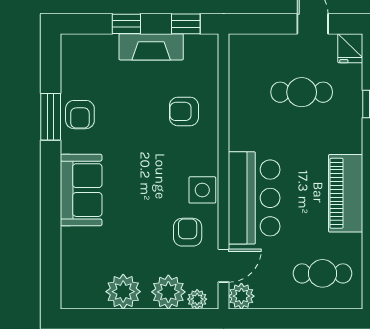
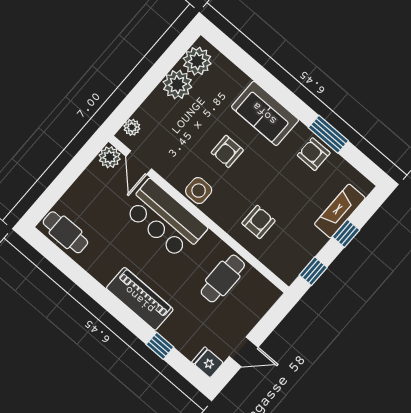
fireplace: (151, 47) -> (340, 211), moved
cafe table: (302, 92) -> (223, 278), moved
piano: (346, 193) -> (140, 299), moved
armchair: (188, 232) -> (227, 151), moved, turned 90
cafe table: (322, 273) -> (65, 232), moved, turned 90
plant: (168, 292) -> (197, 61), moved

